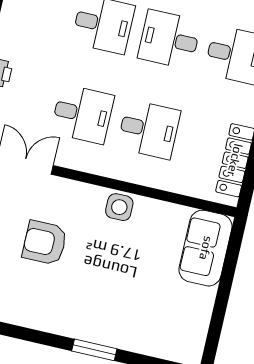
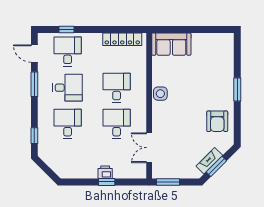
desk: (170, 40) -> (68, 88), turned -90
armchair: (45, 243) -> (217, 121), moved

